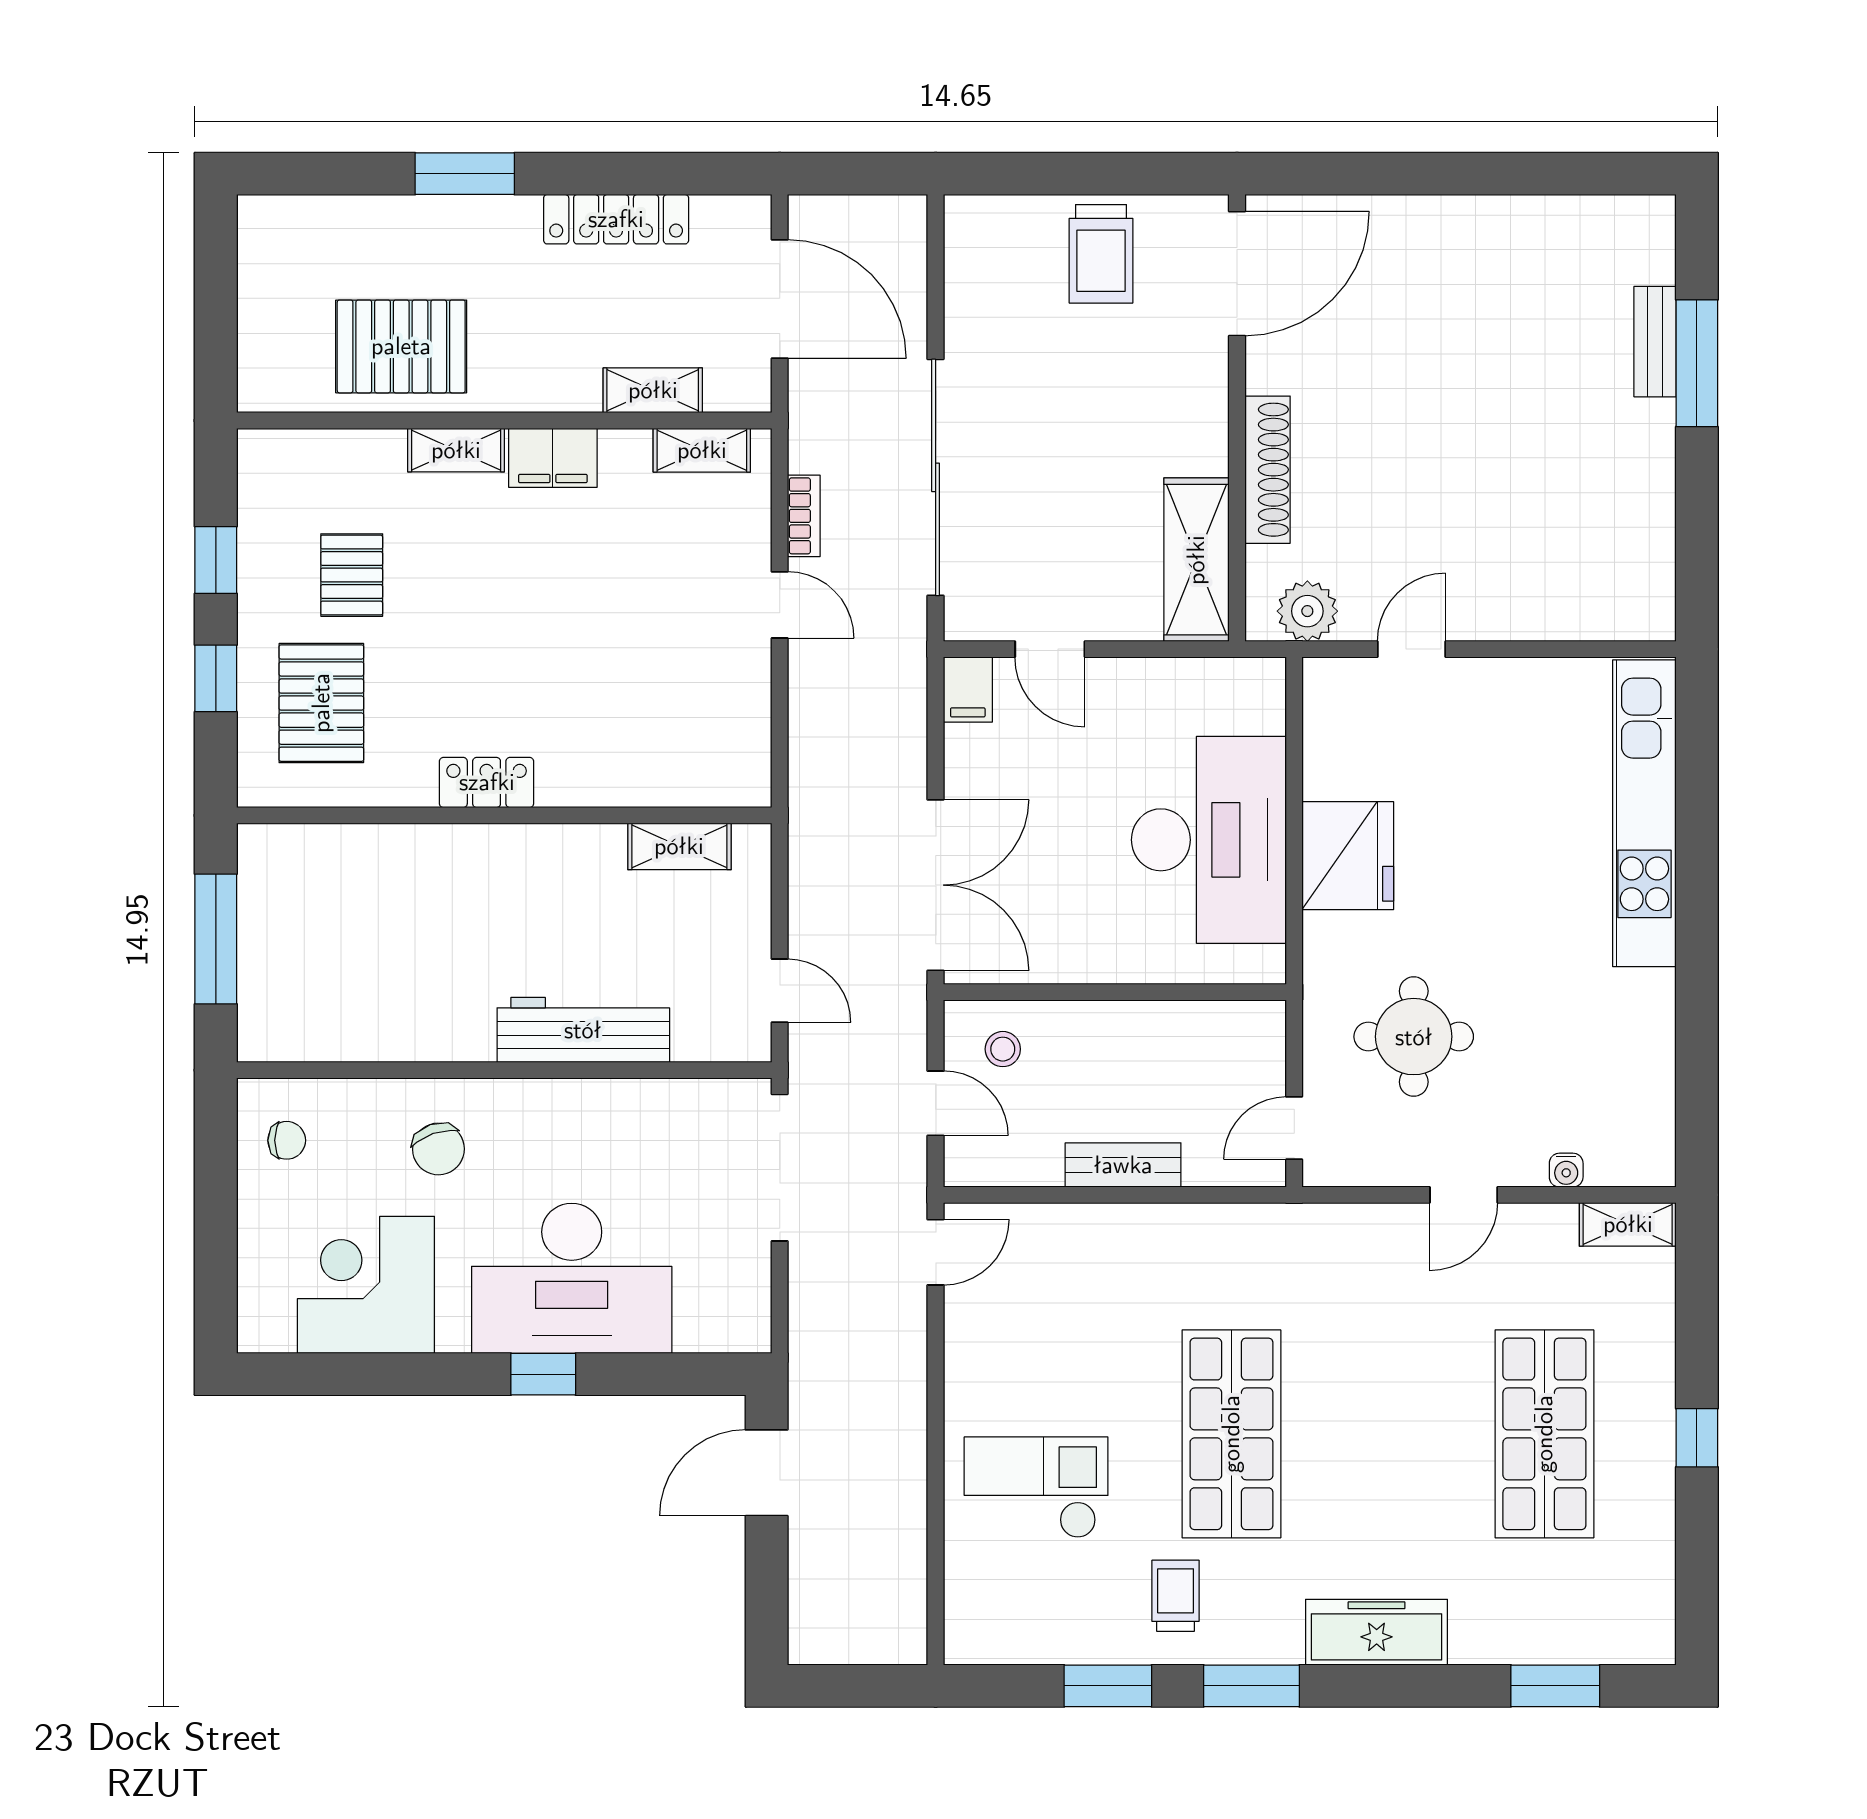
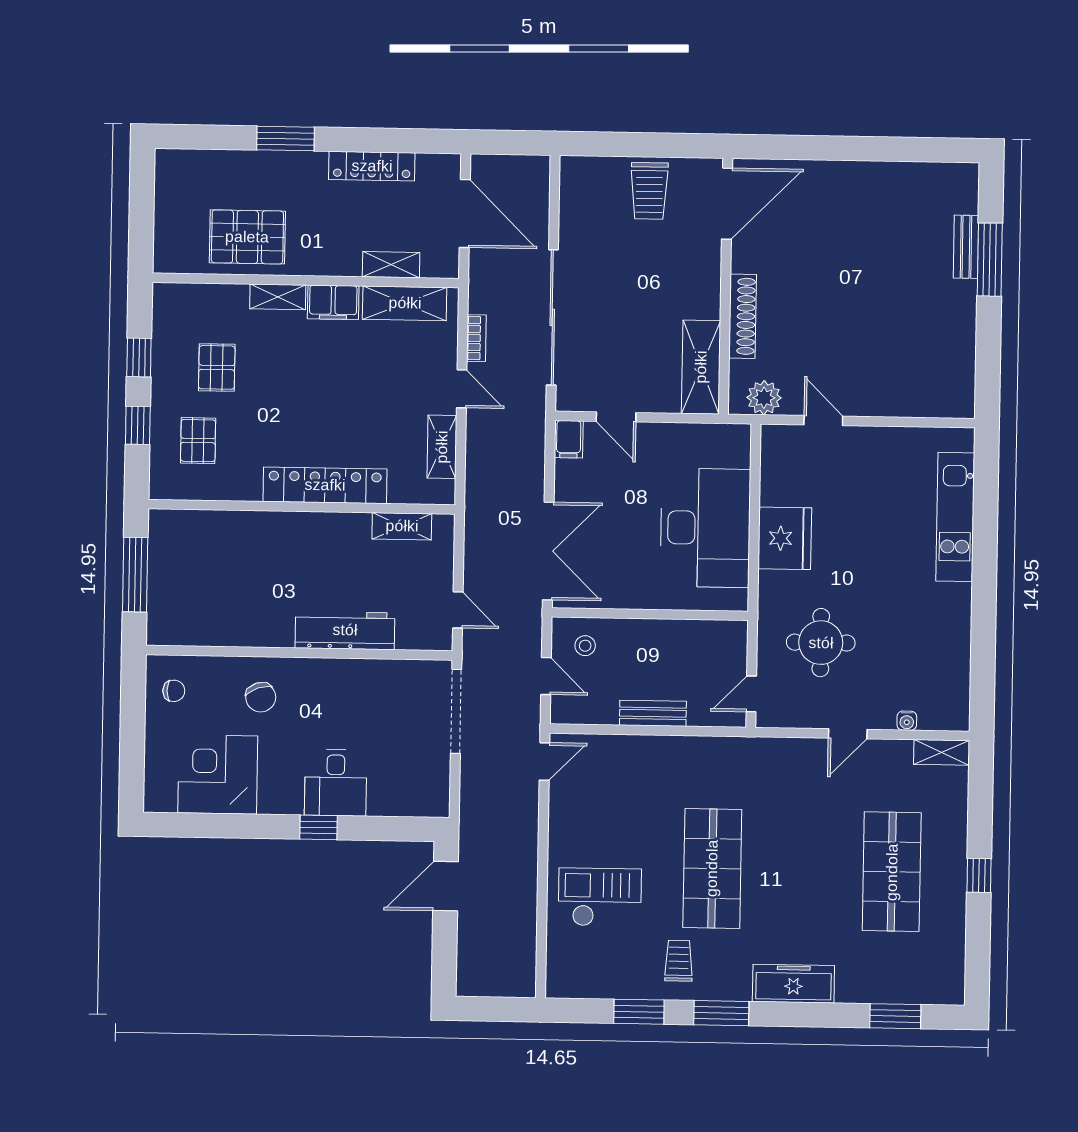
shelving: (702, 450) -> (405, 303), width x1.50, depth x1.33
door: (1411, 649) -> (823, 421), hinge flipped
pallet: (321, 703) -> (198, 441), width x0.67, depth x0.71
shelving: (747, 706) -> (442, 447), added
locker: (487, 782) -> (325, 485), width x2.16, depth x1.21
kitchen unit: (1644, 813) -> (955, 517), width x0.73
desk: (572, 1278) -> (336, 783), width x0.53, depth x0.77

